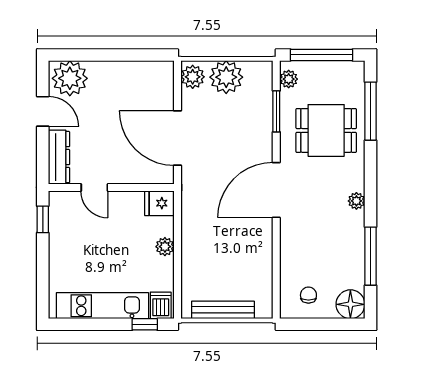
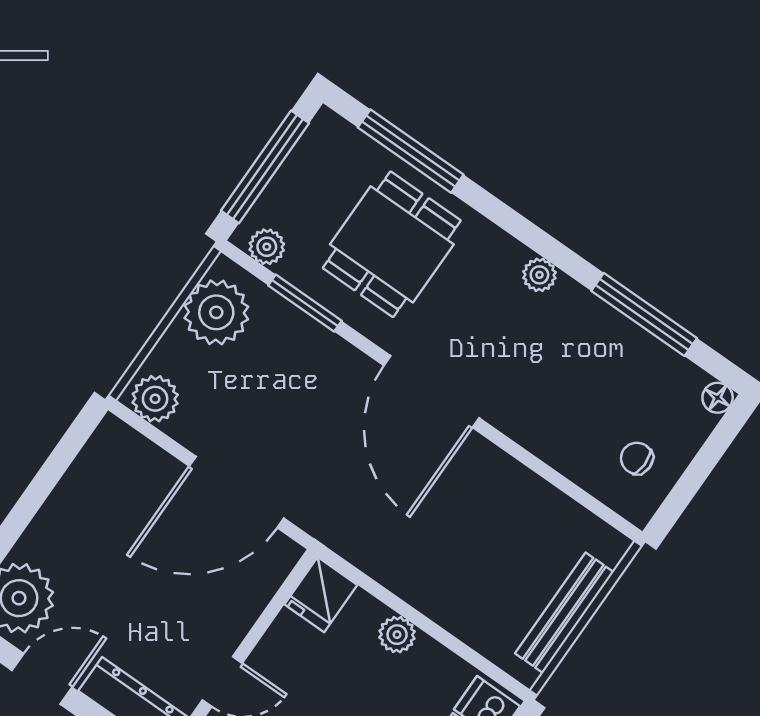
plant: (226, 77) -> (216, 312), moved
floor lamp: (350, 304) -> (718, 398), width x0.53, depth x0.53

